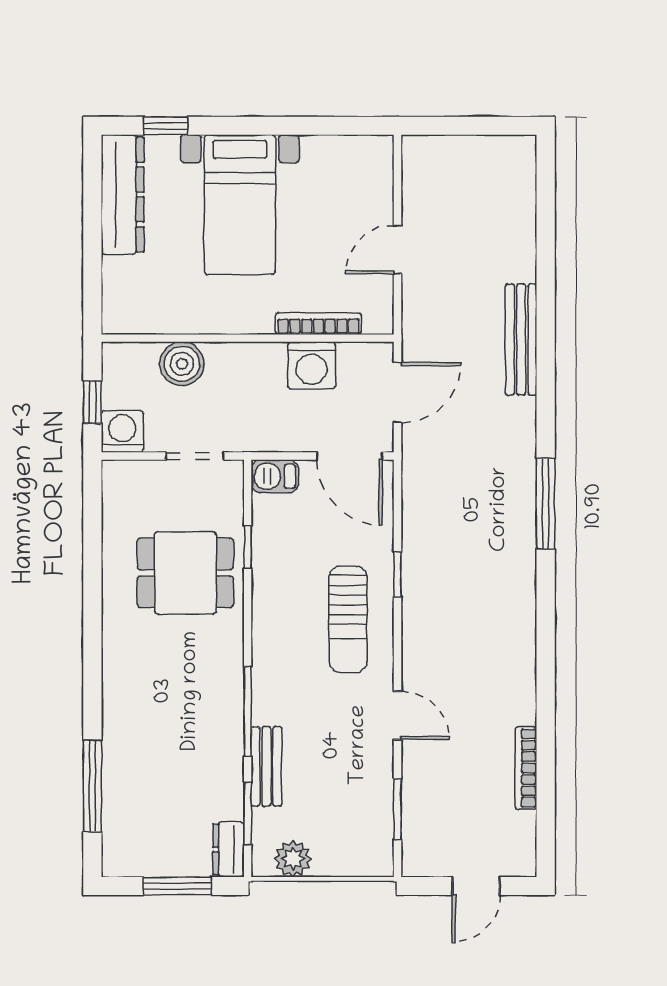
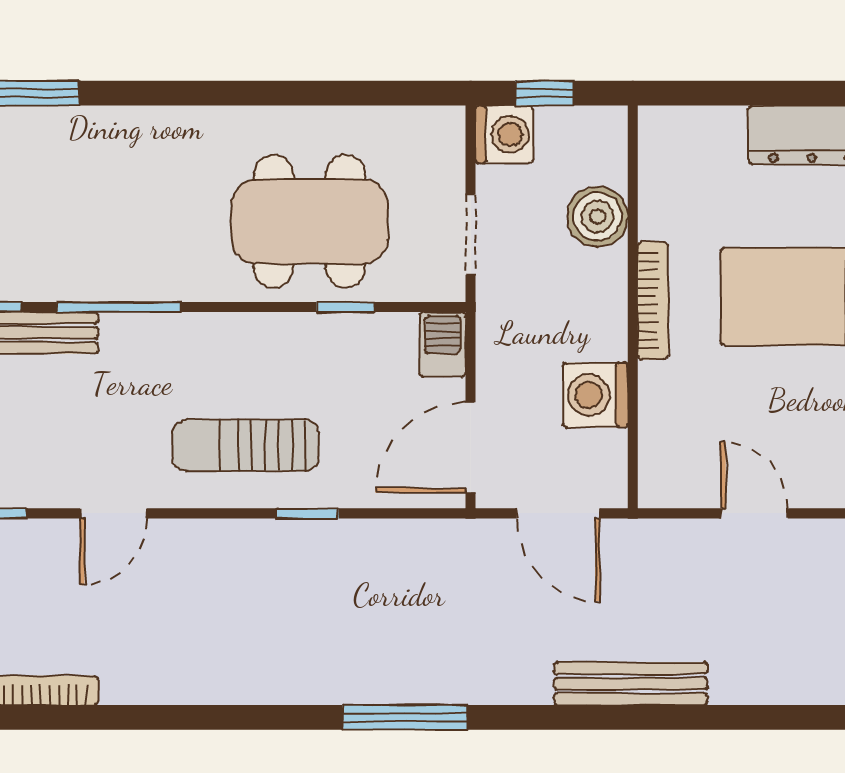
bookcase: (318, 324) -> (653, 301), moved
dining table: (185, 573) -> (310, 221), width x1.38

